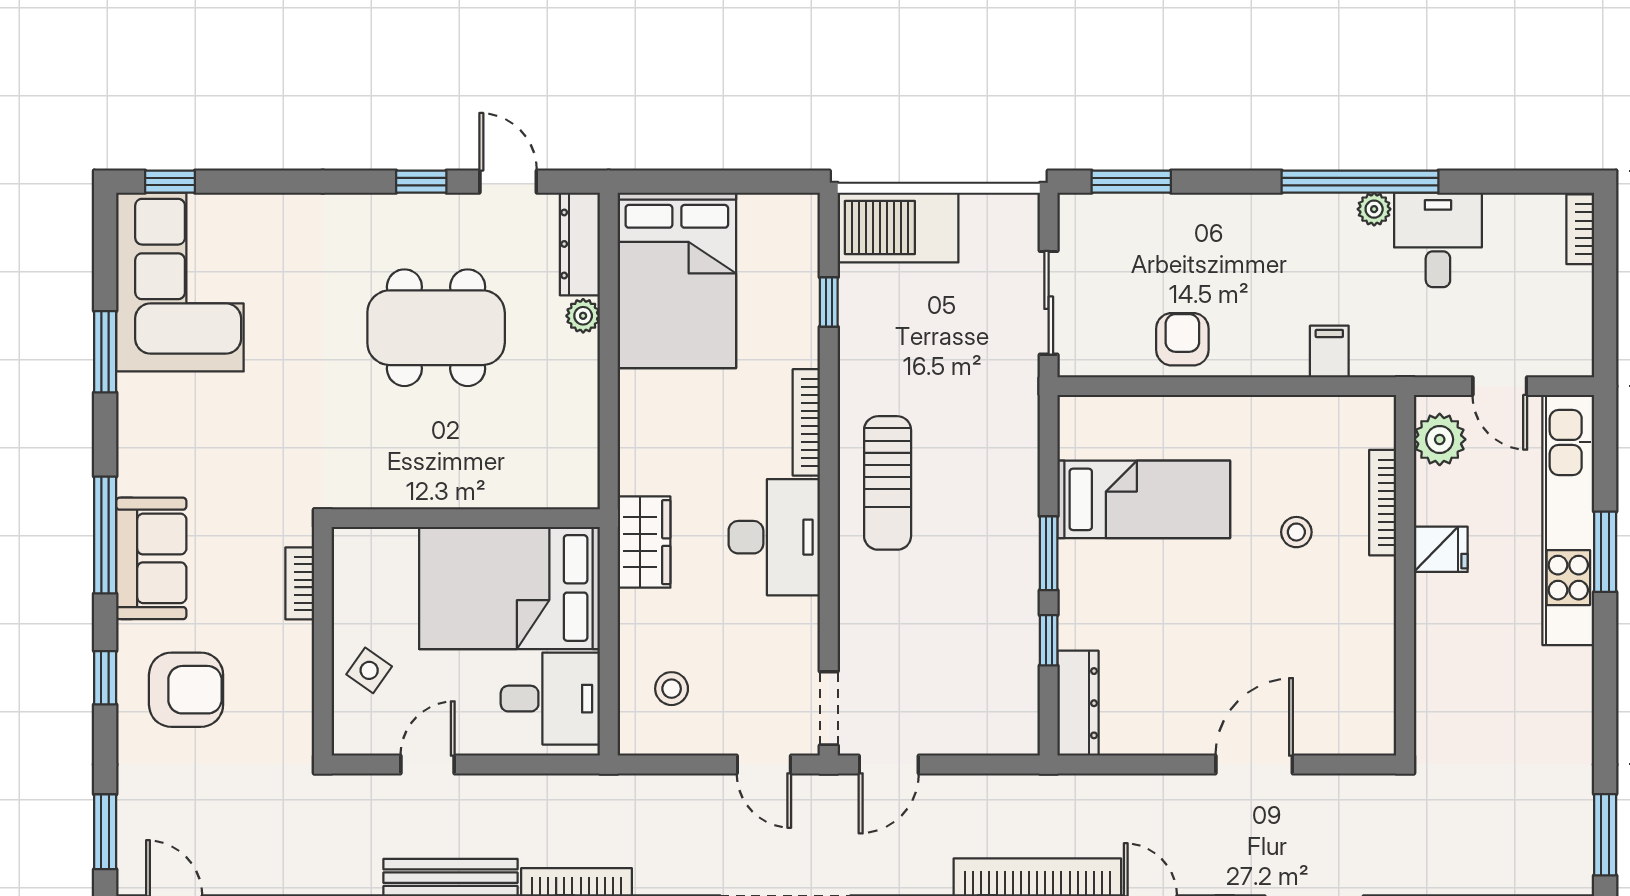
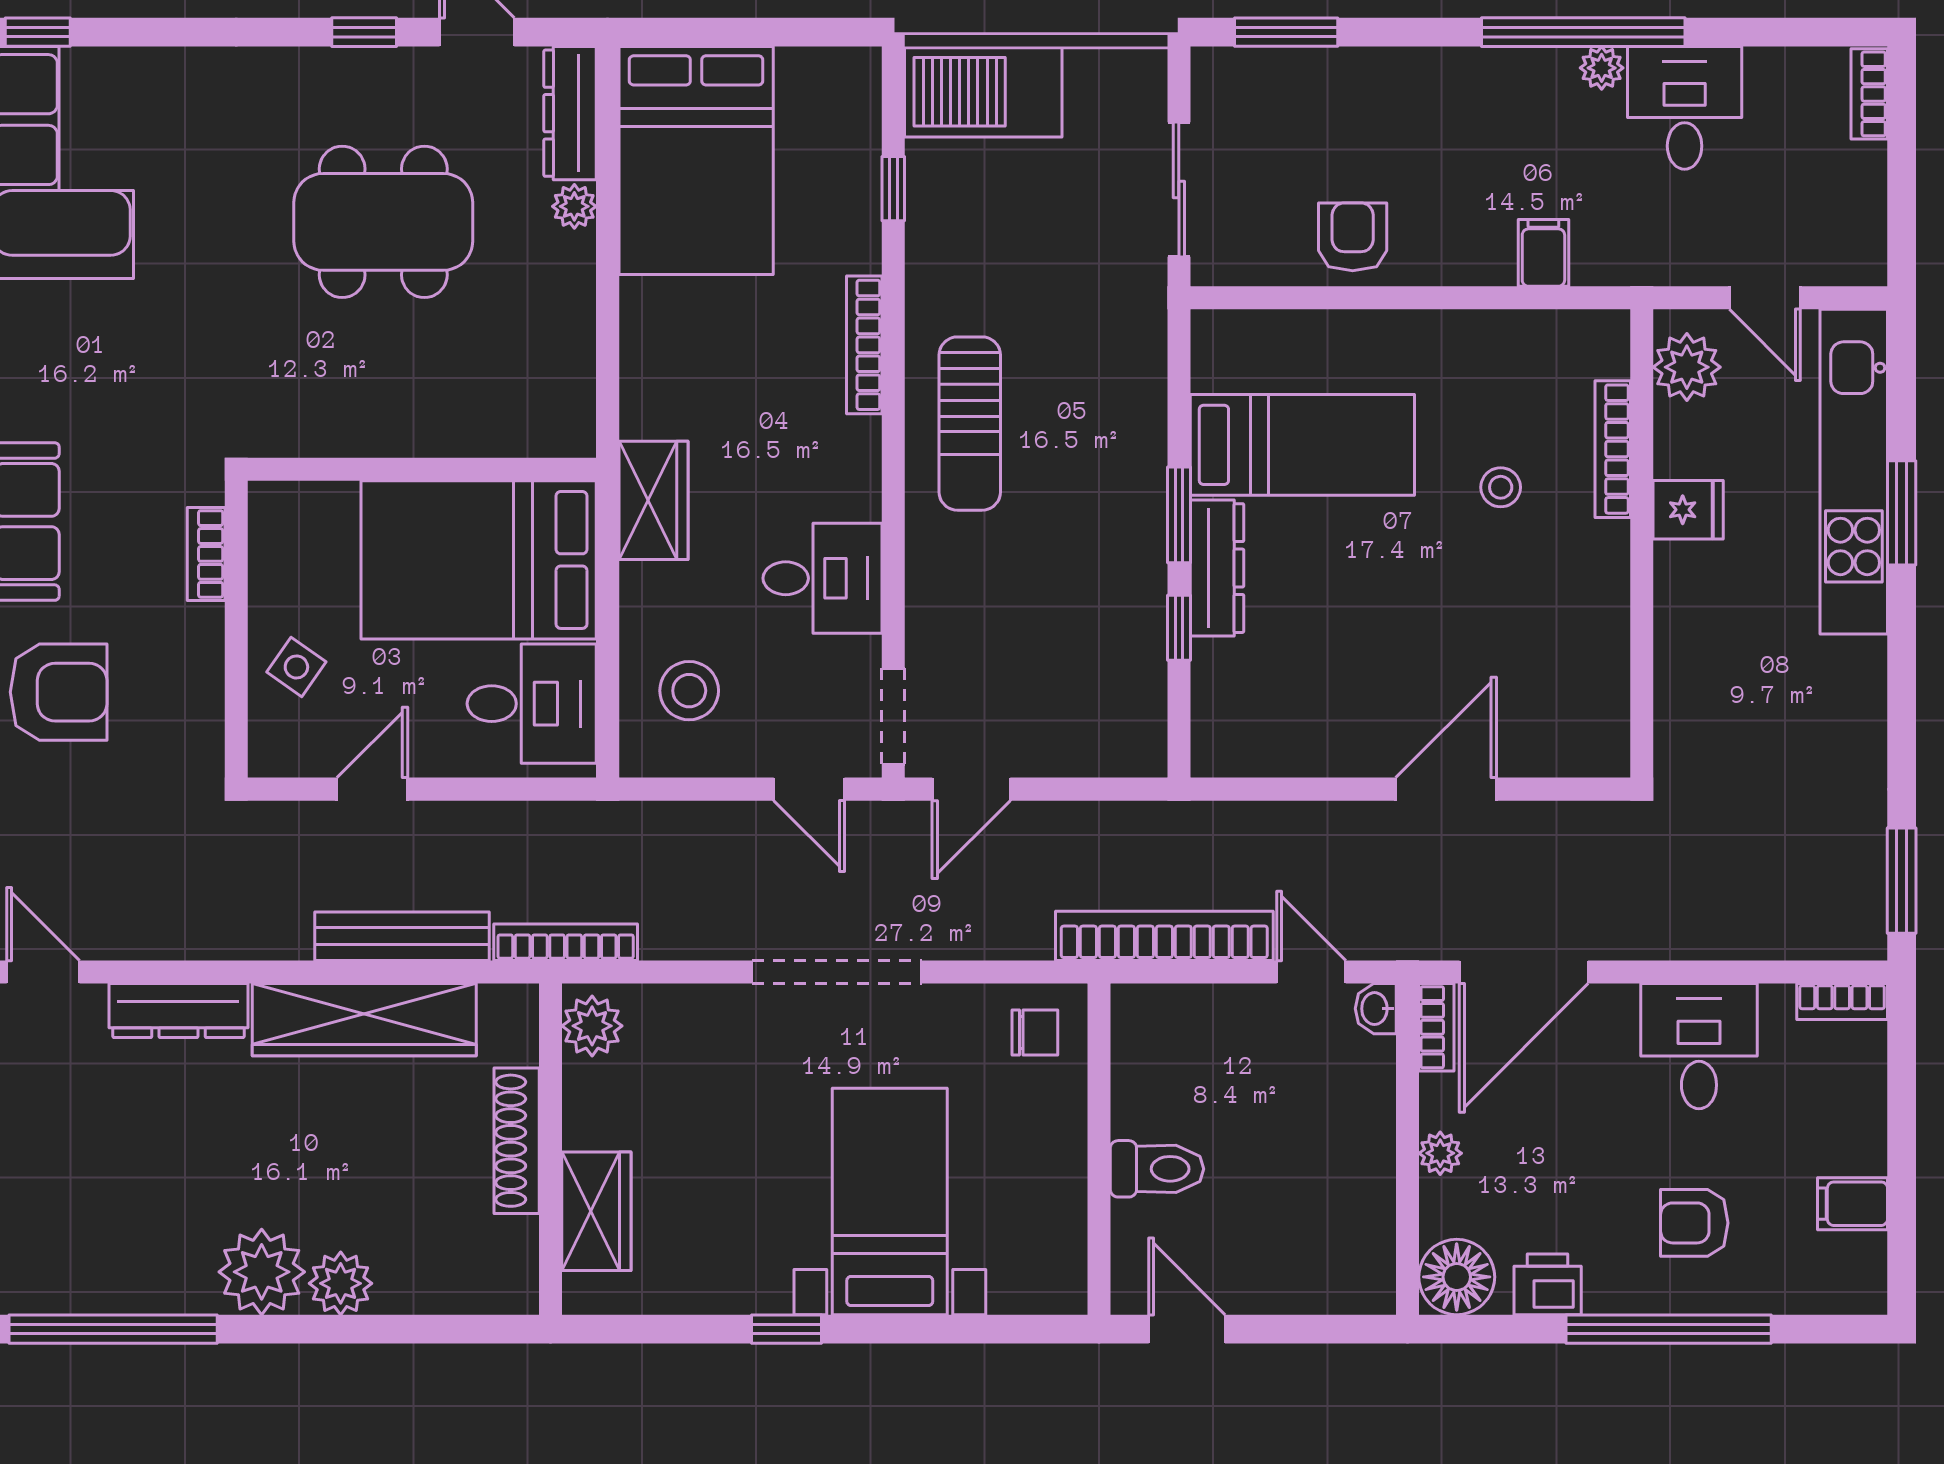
desk: (774, 537) -> (823, 578), moved, width x0.73
stool: (672, 689) -> (689, 691), width x1.37, depth x1.37
dresser: (1078, 703) -> (1217, 568), moved

